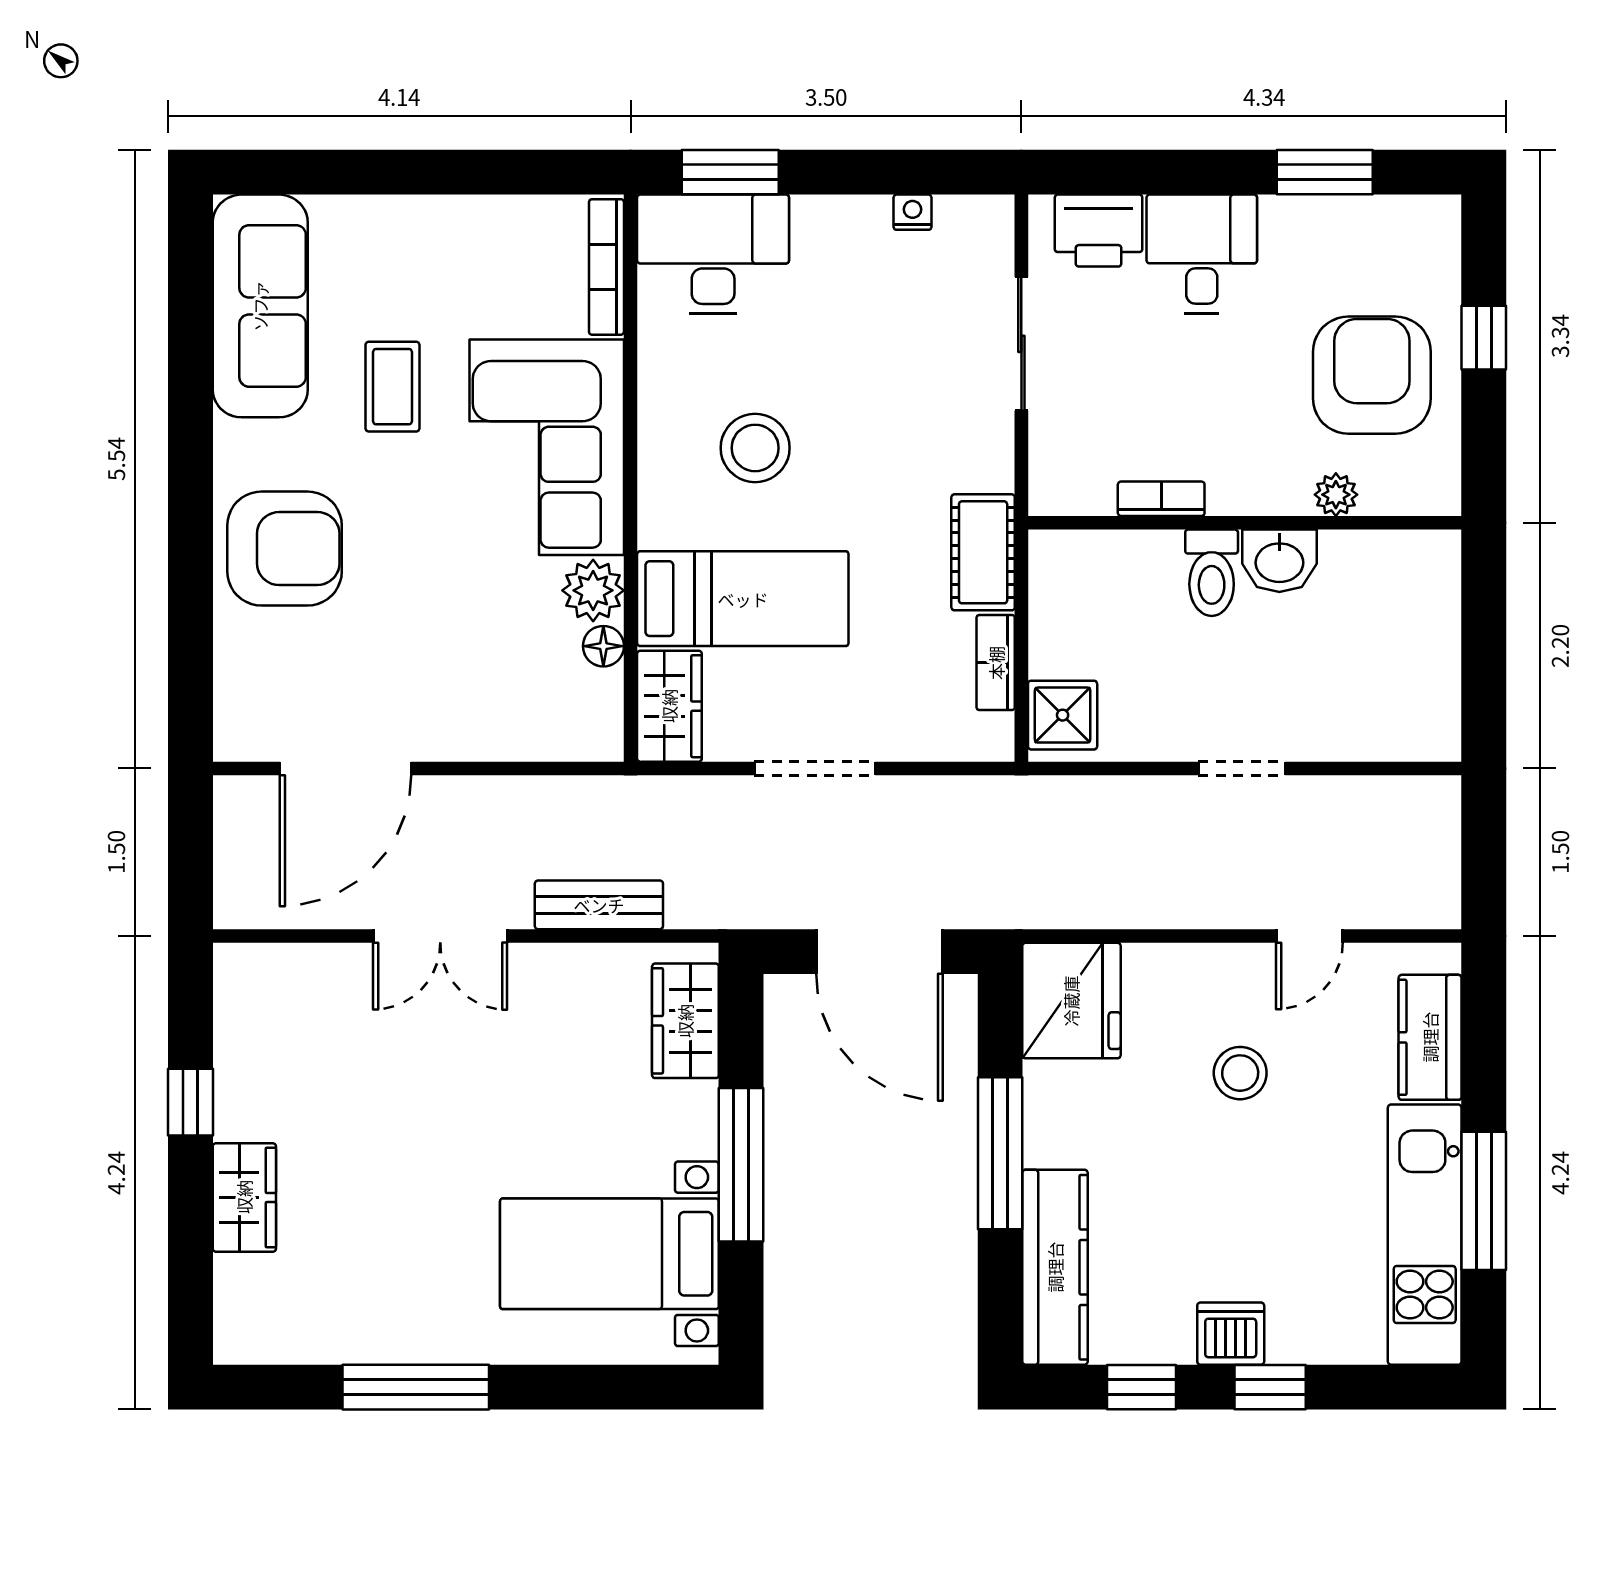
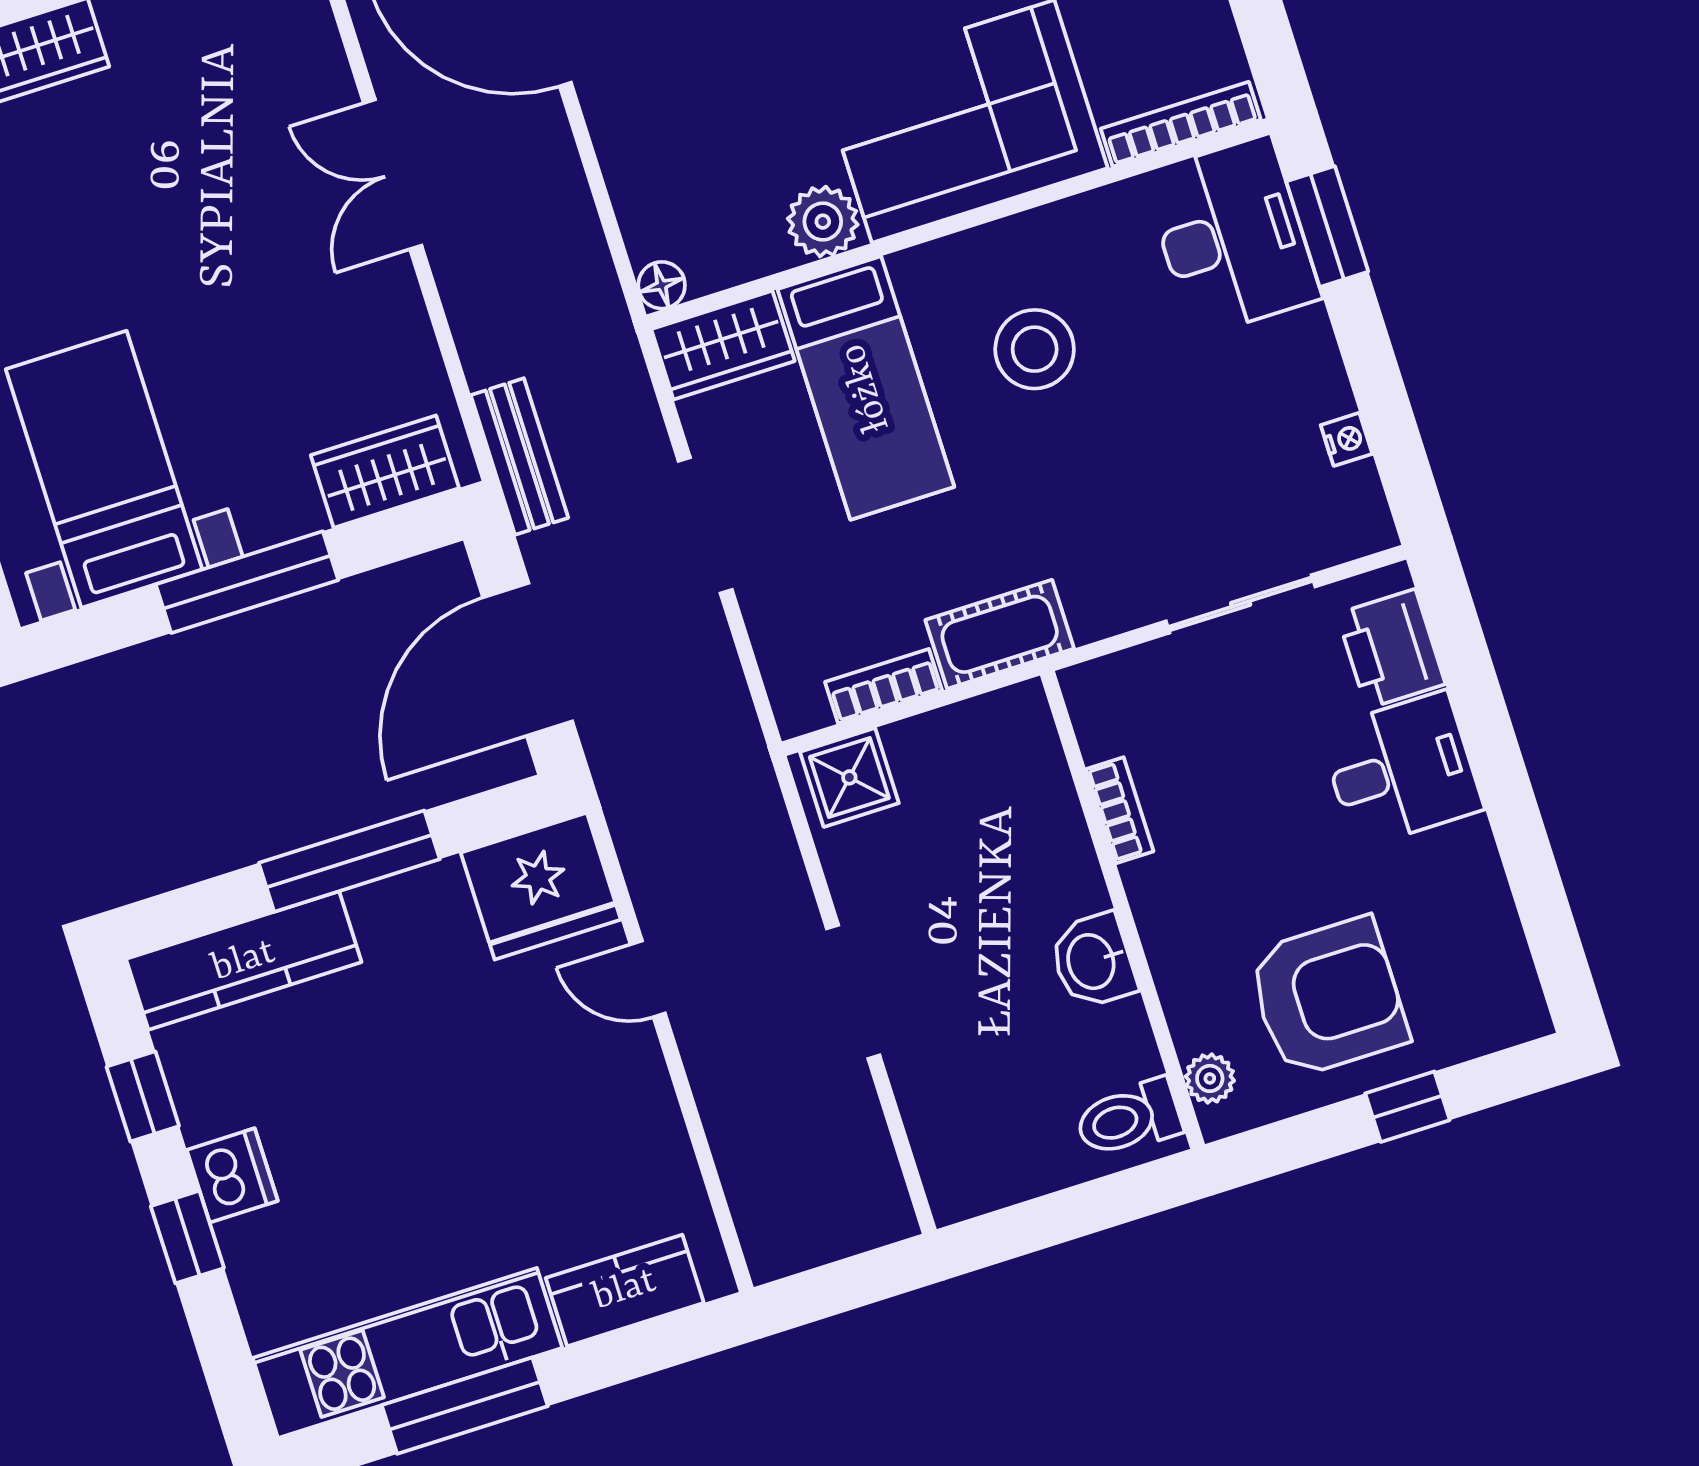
window: (1325, 172) -> (1533, 876), removed
plant: (1336, 495) -> (1210, 1078), moved
toilet: (1212, 573) -> (1129, 1118), moved
floor lamp: (603, 646) -> (662, 285), moved
doorway: (1242, 768) -> (853, 992), width x1.38
bench: (599, 905) -> (519, 456), moved
door: (1309, 936) -> (648, 979), moved
stool: (1240, 1073) -> (520, 1095), removed

